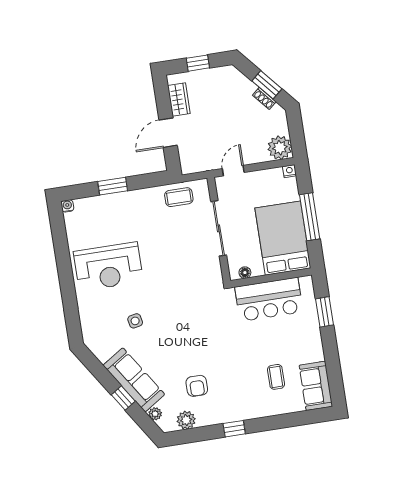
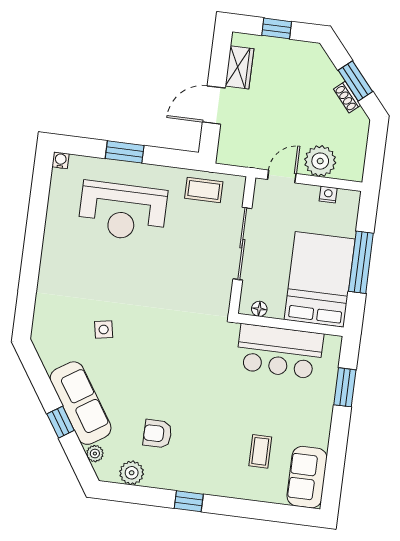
plant: (280, 148) -> (320, 161), moved
nightstand: (289, 171) -> (328, 195), moved
reception desk: (108, 267) -> (123, 211), moved
armchair: (197, 386) -> (157, 434), turned 90

